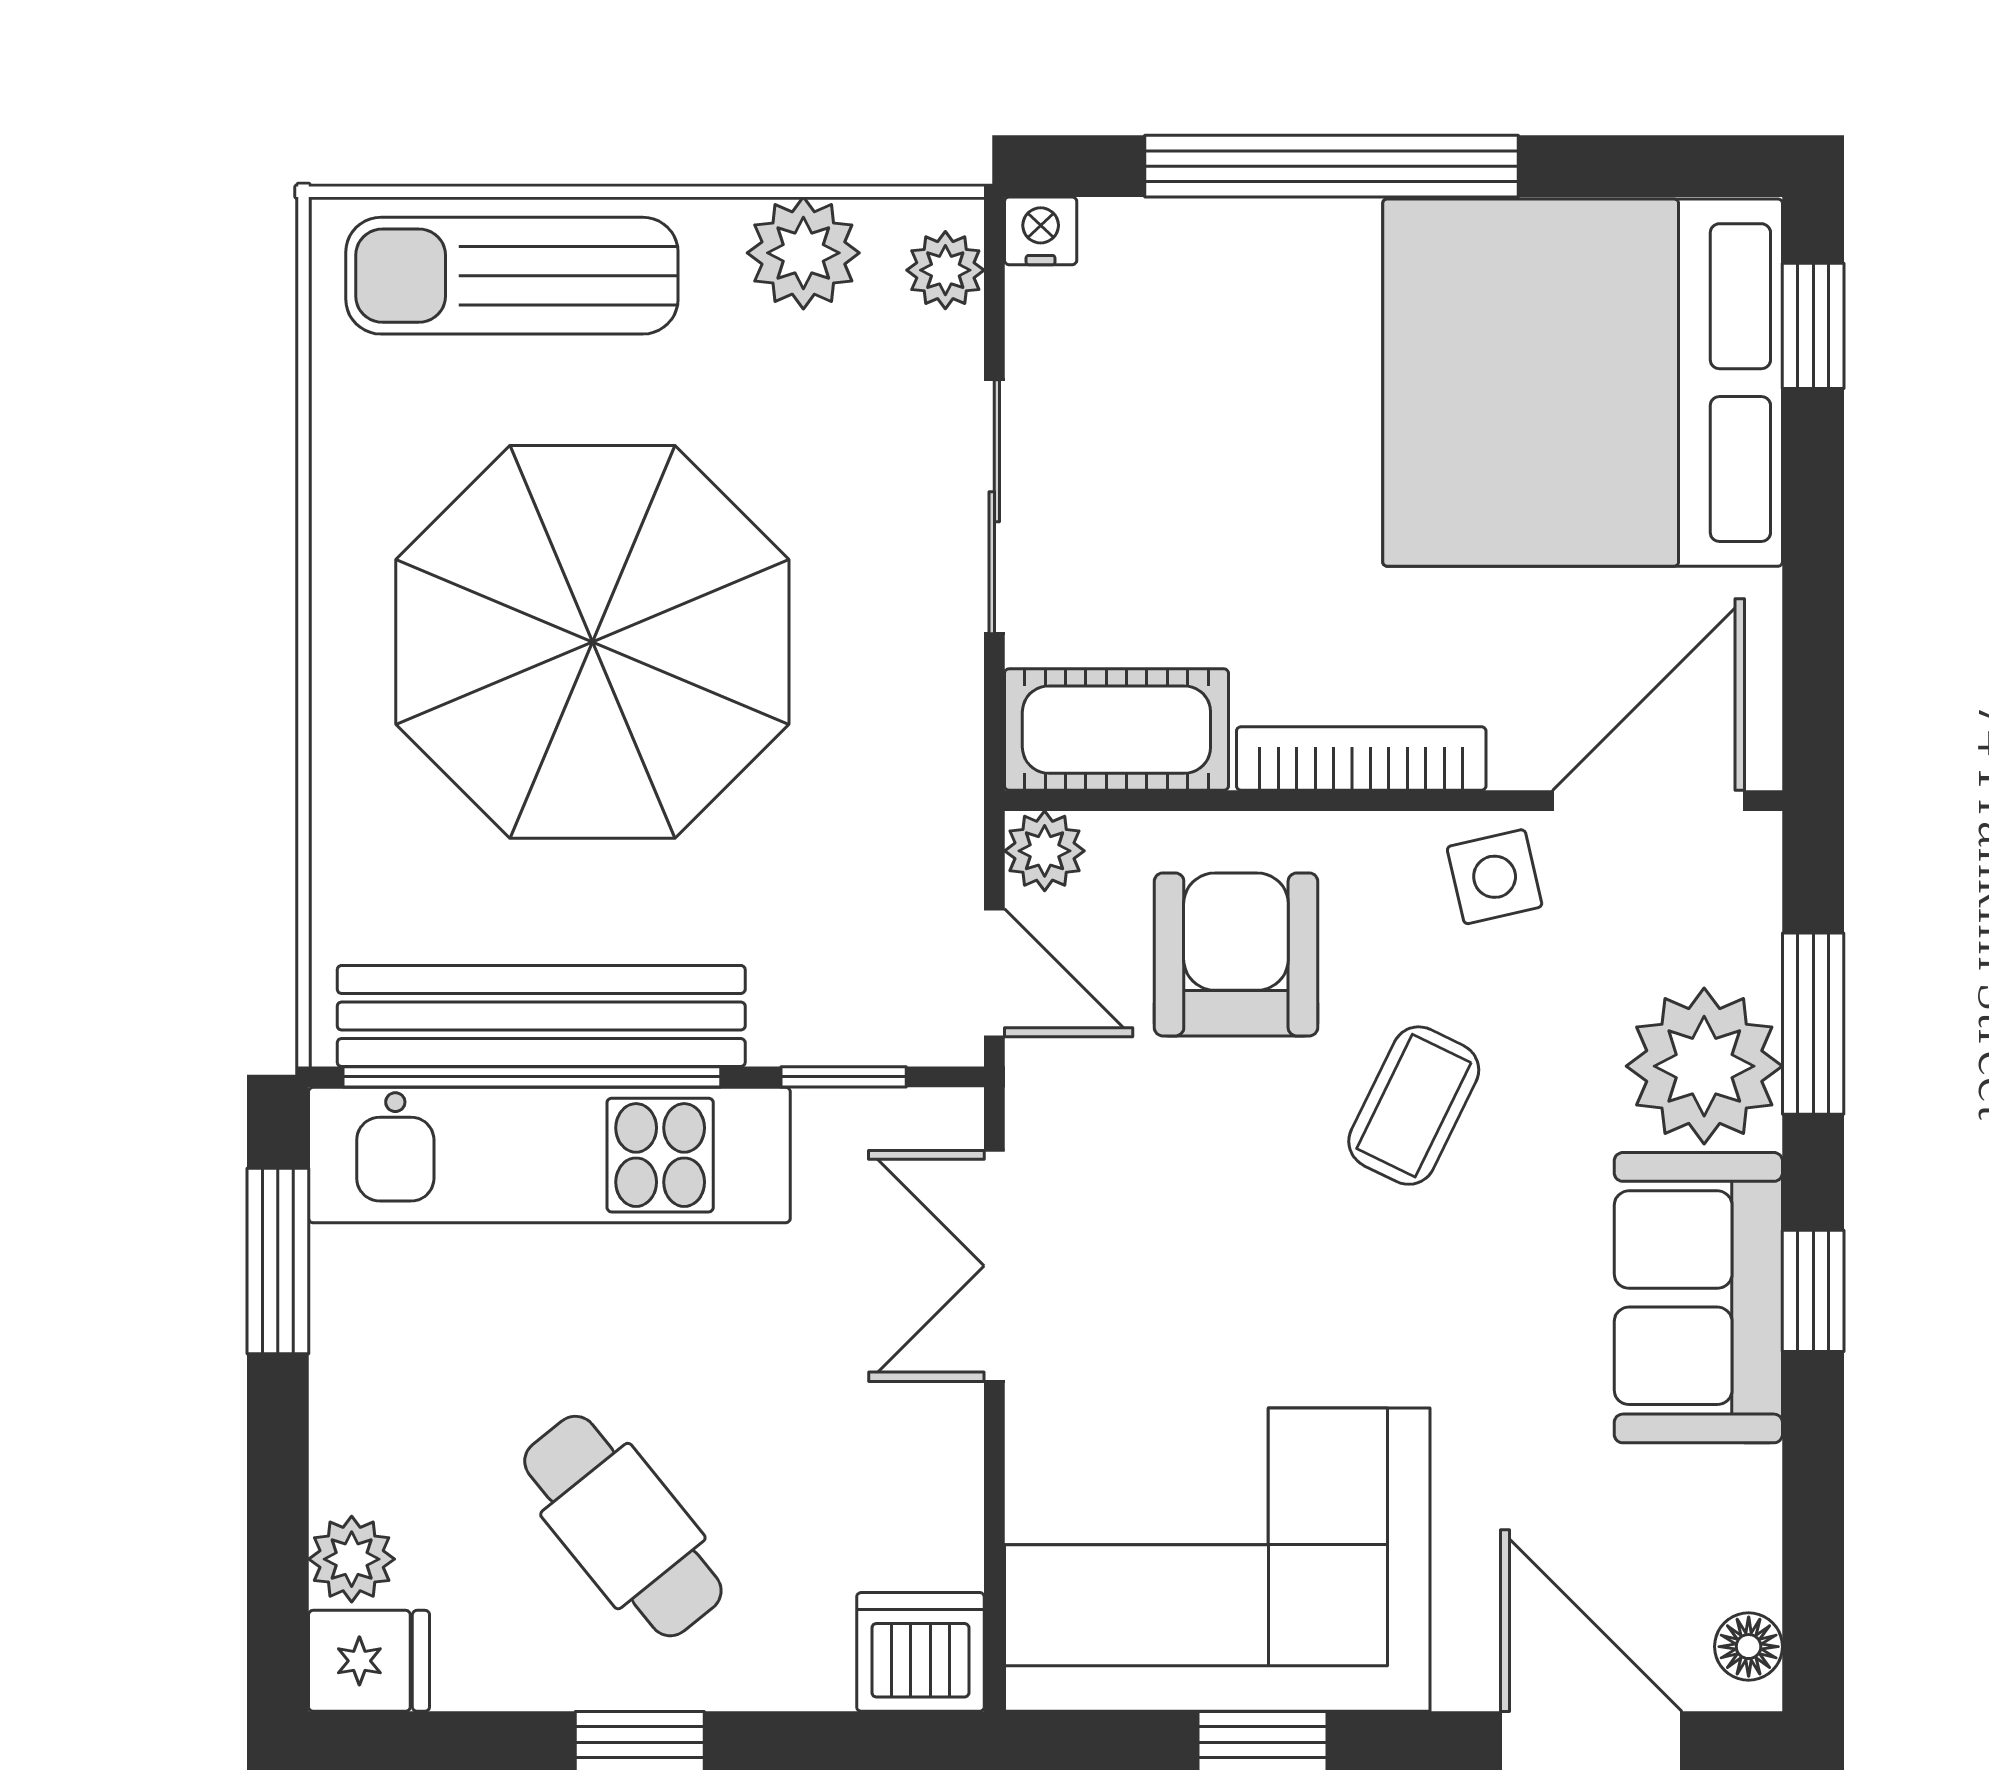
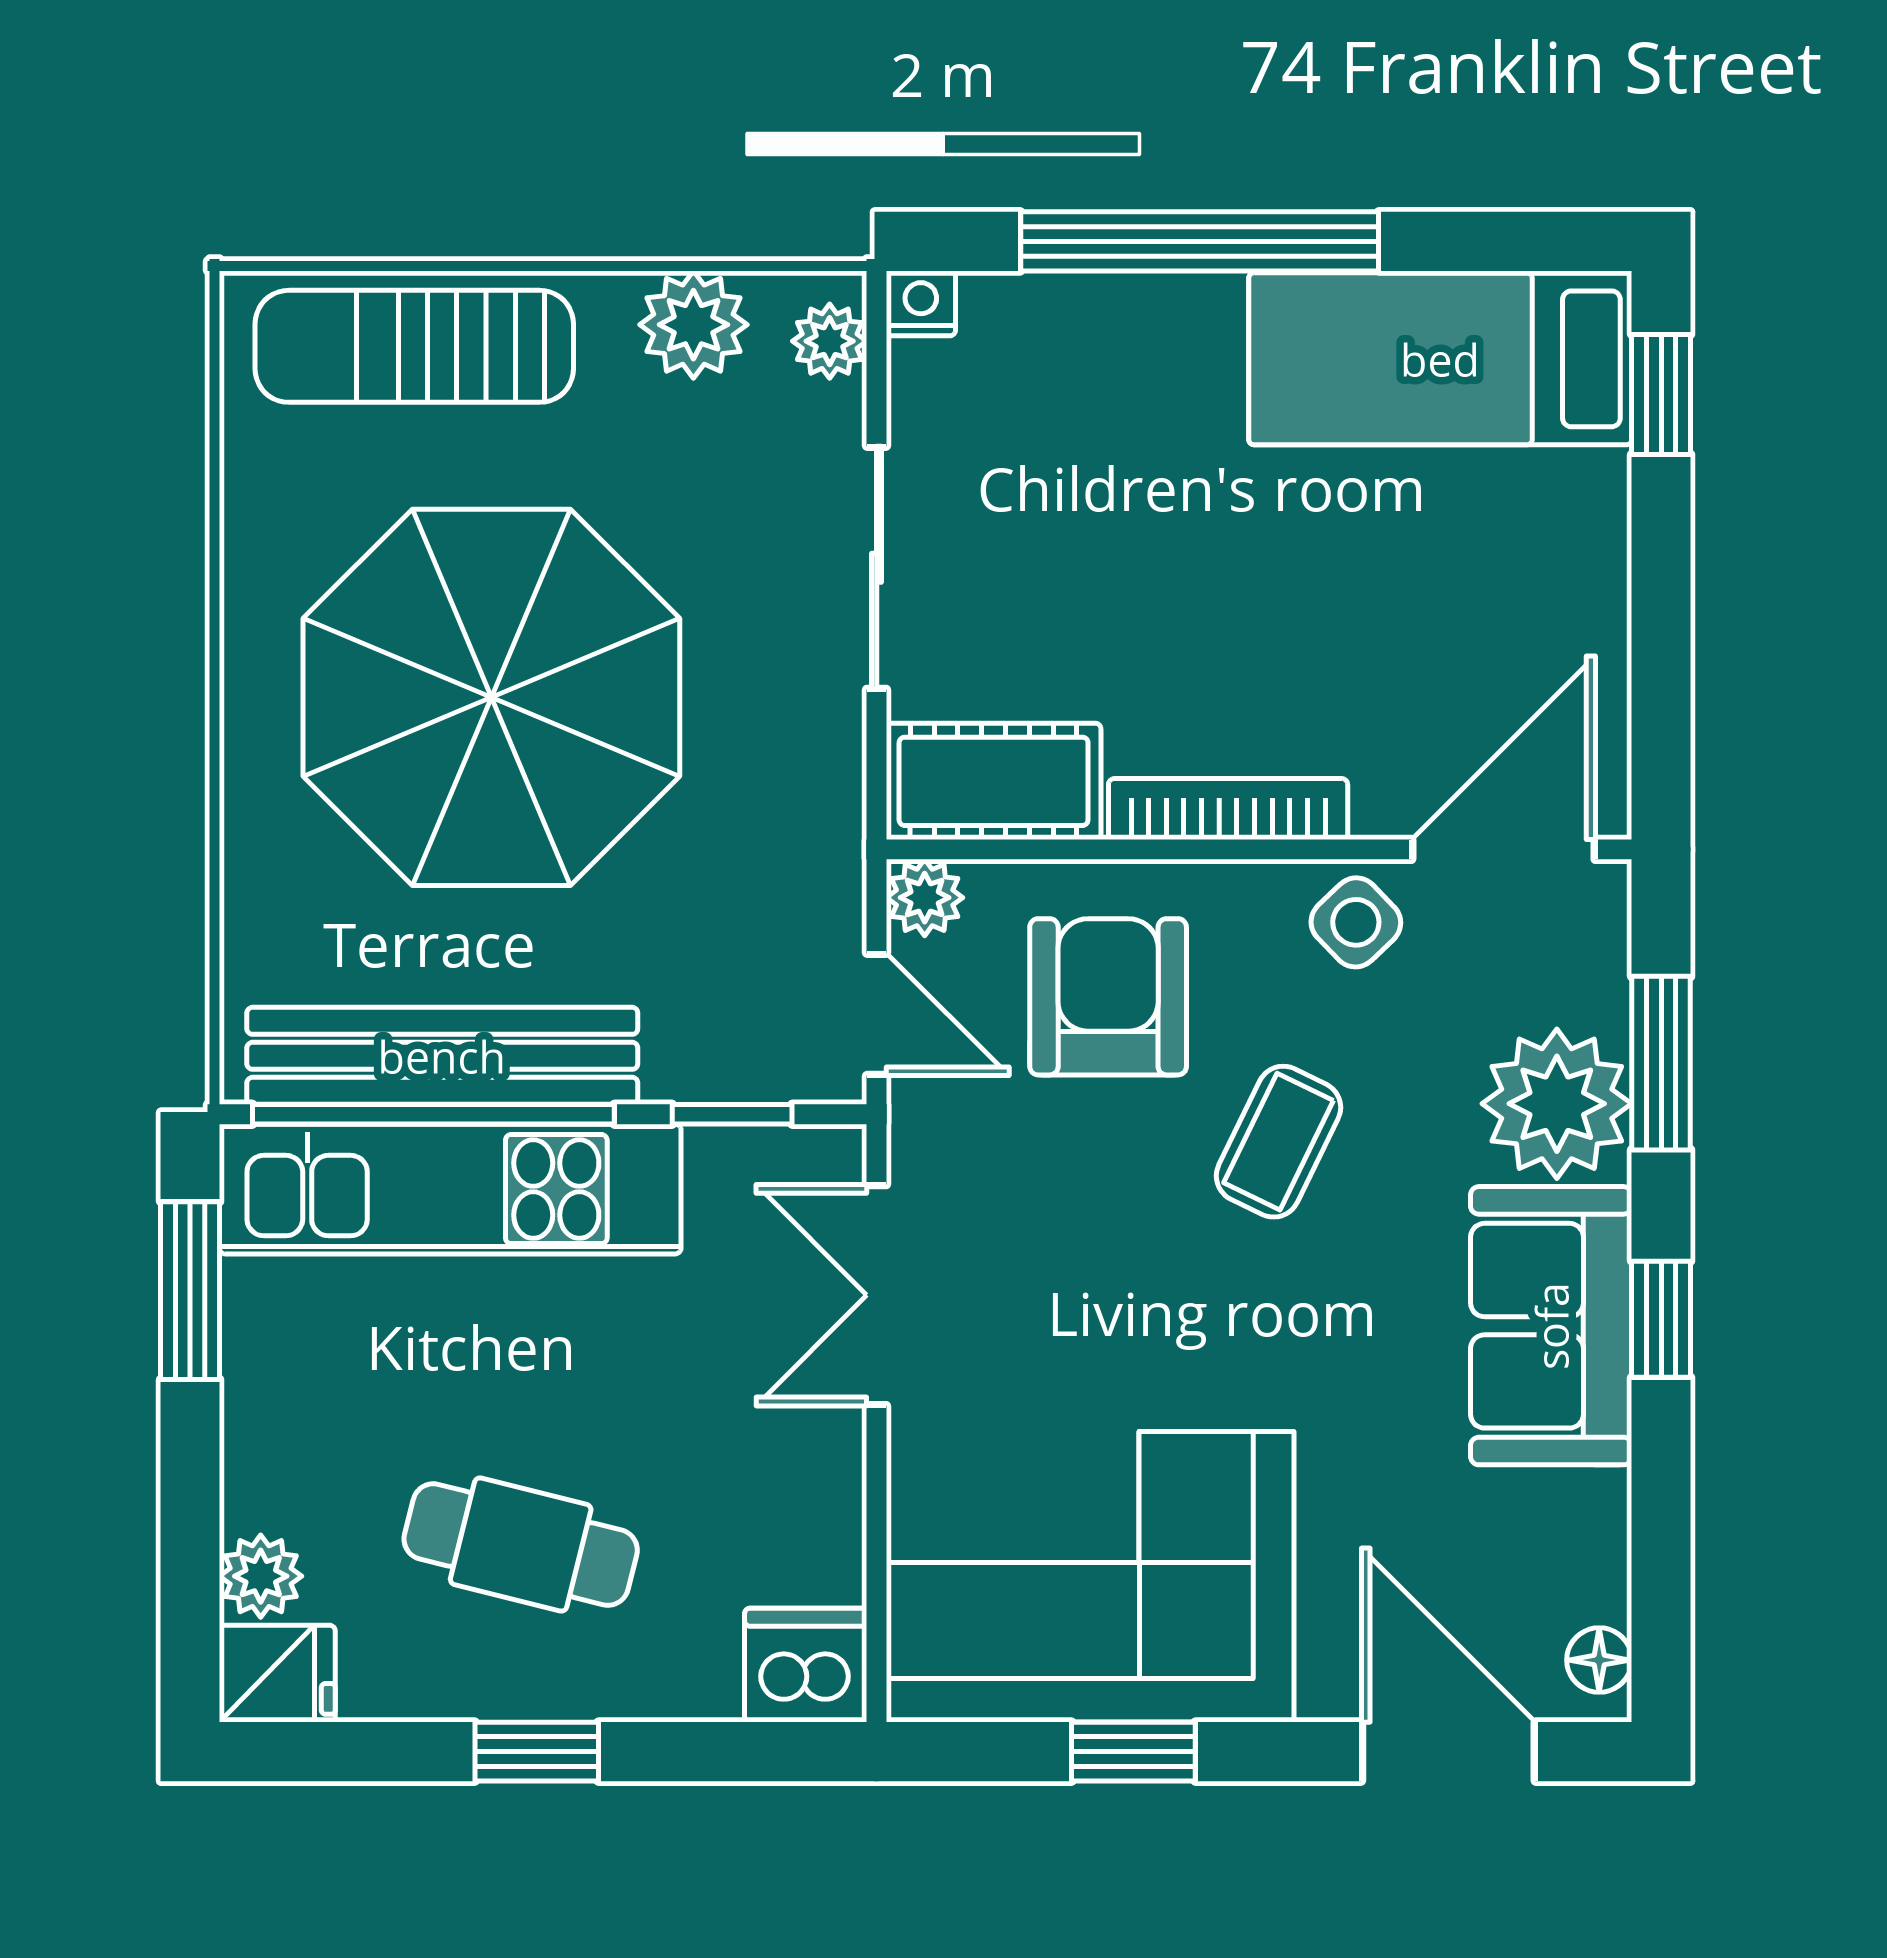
bed: (1583, 383) -> (1440, 359), width x0.49
side table: (1495, 877) -> (1356, 922), turned -31
cafe table: (623, 1526) -> (521, 1545), turned -37

